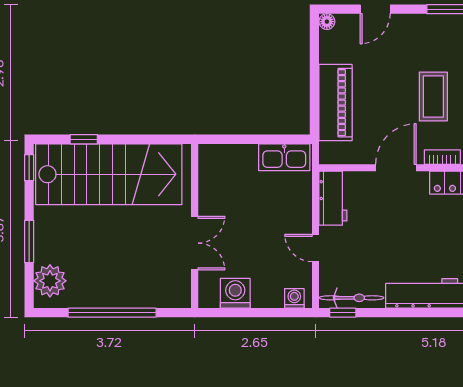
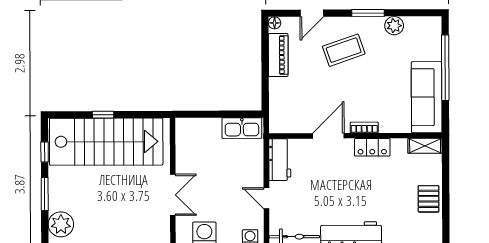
coffee table: (433, 96) -> (344, 50), moved, turned 71
piano: (336, 103) -> (278, 55), moved, width x0.73, depth x0.75
window: (84, 139) -> (103, 115), moved
window: (29, 168) -> (45, 152), moved

